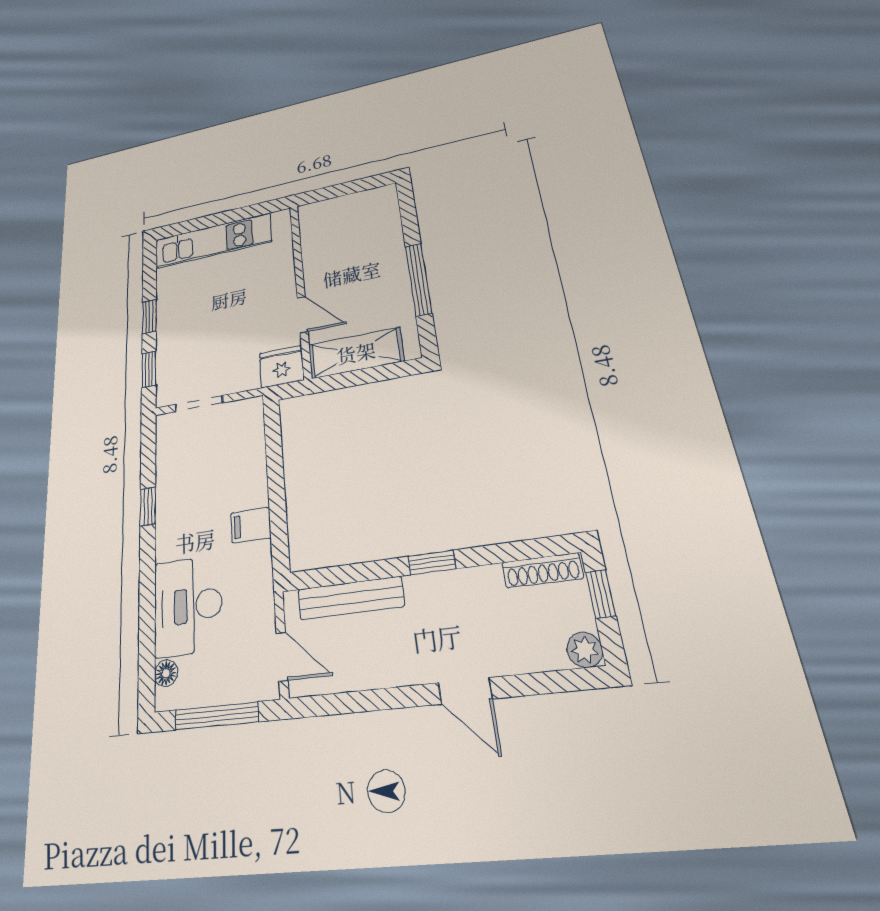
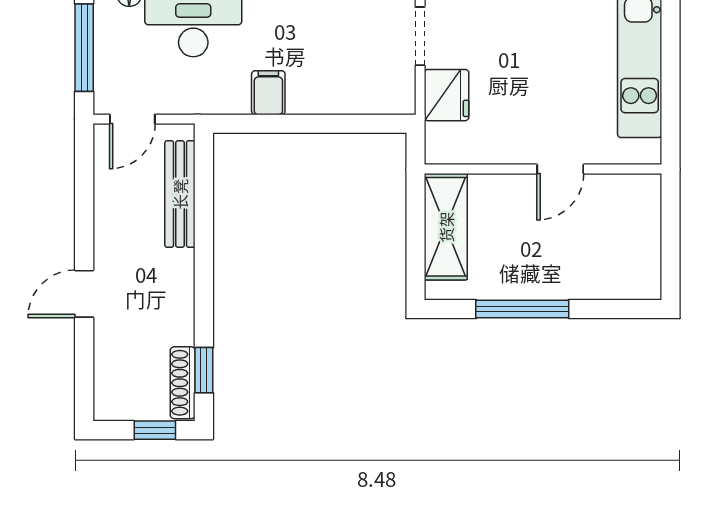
door: (303, 315) -> (560, 169), moved
fridge: (282, 367) -> (447, 95), moved
window: (432, 562) -> (204, 370), moved
plant: (585, 650) -> (108, 406), removed

